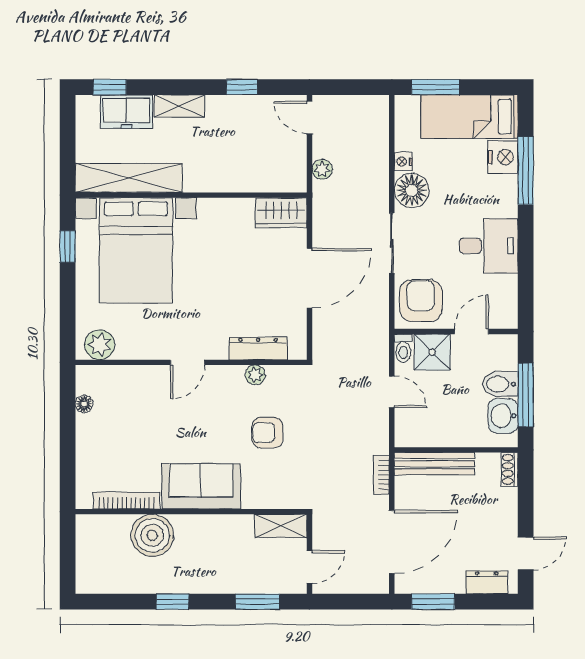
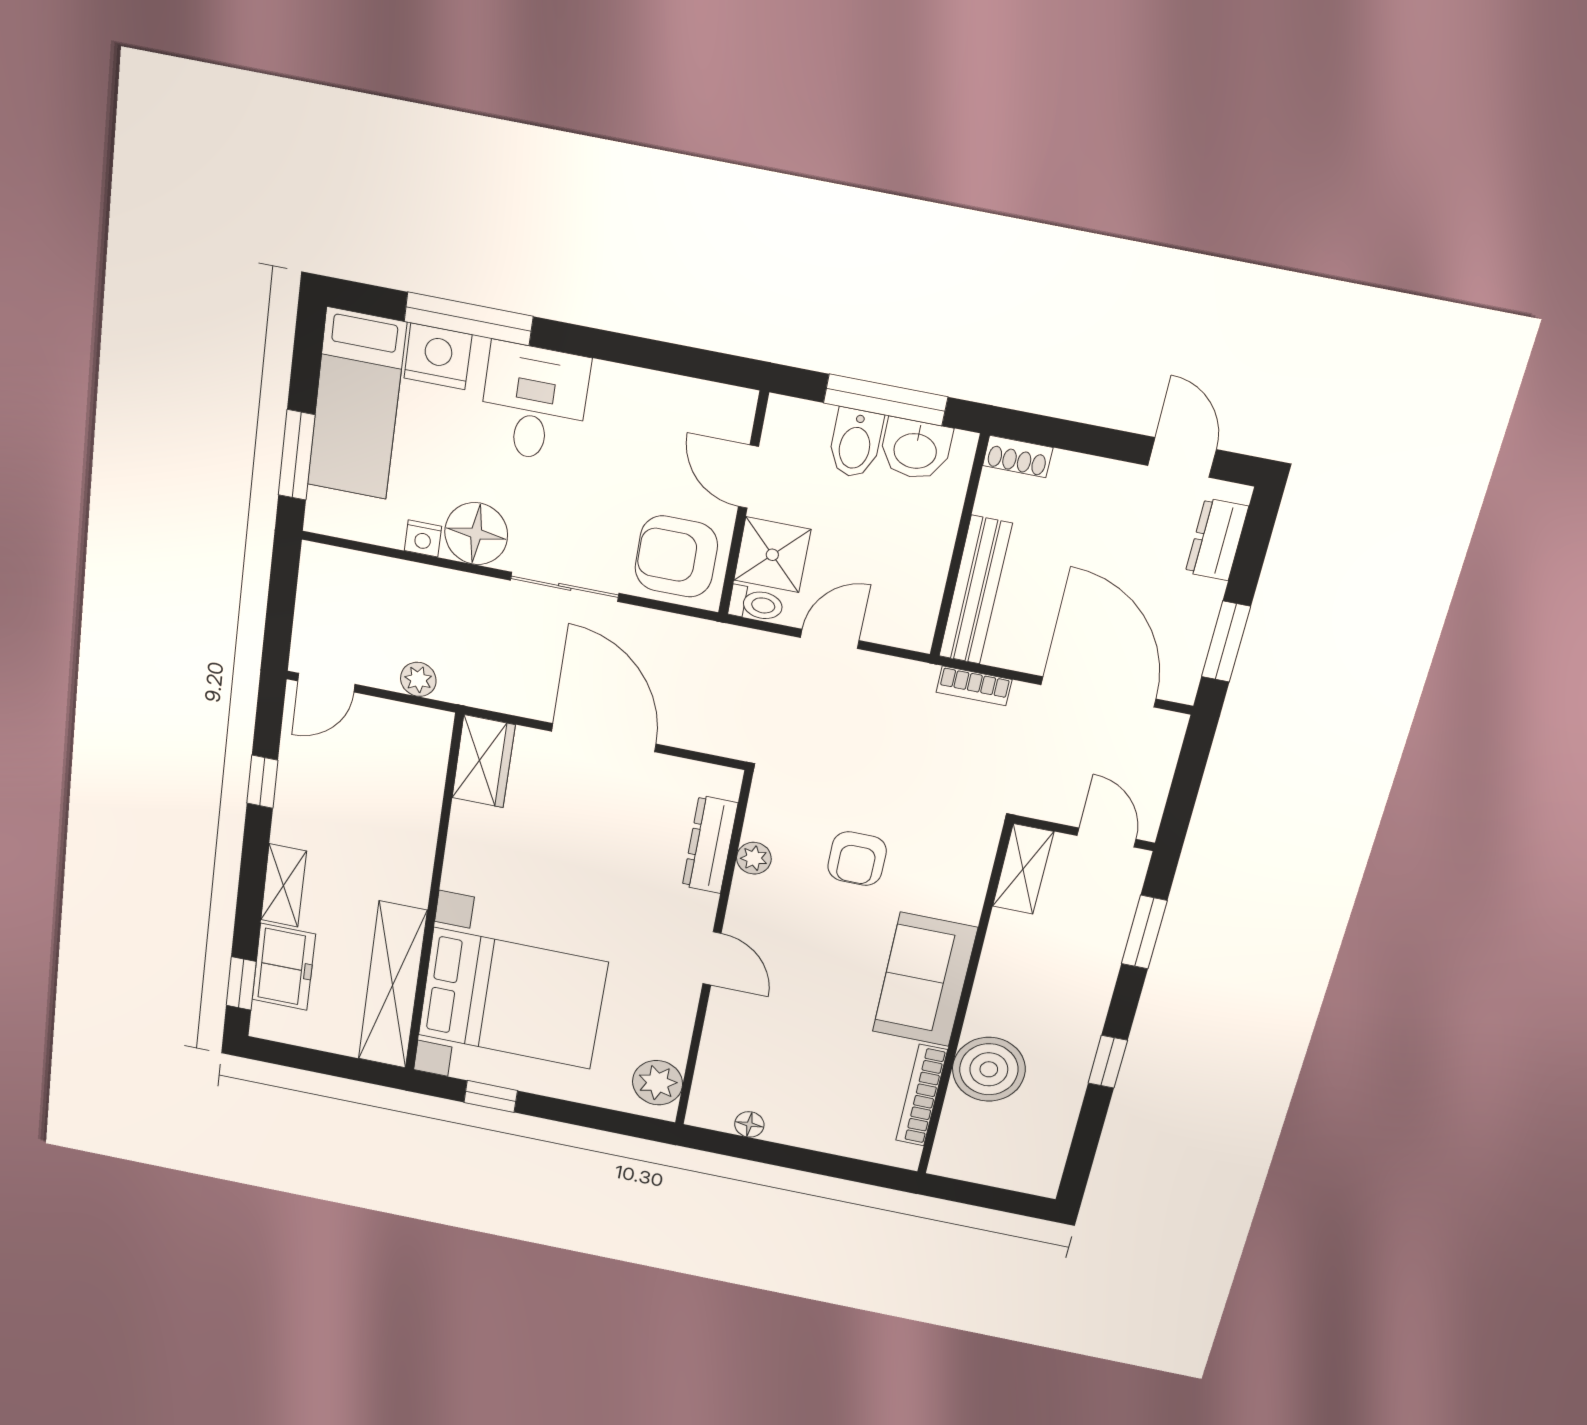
desk: (489, 246) -> (534, 403), moved

